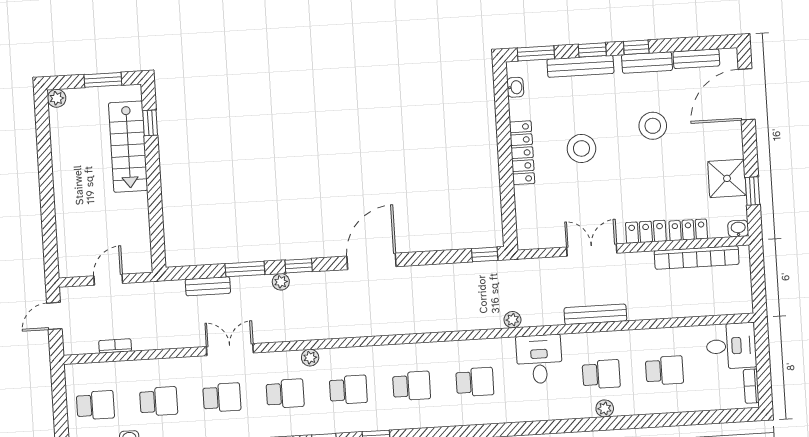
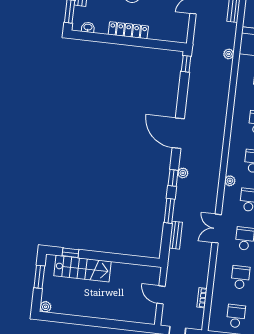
plant: (281, 282) -> (183, 173), moved

